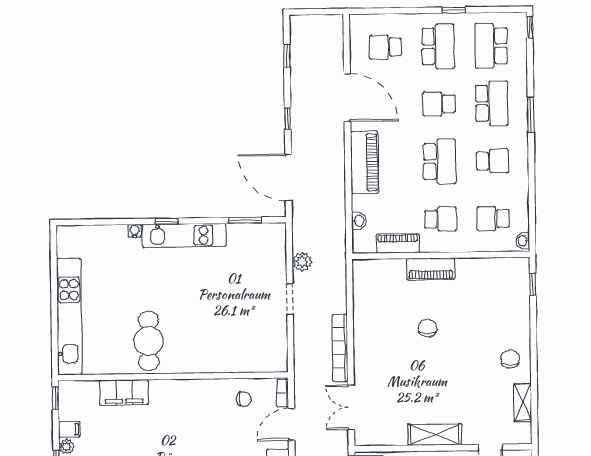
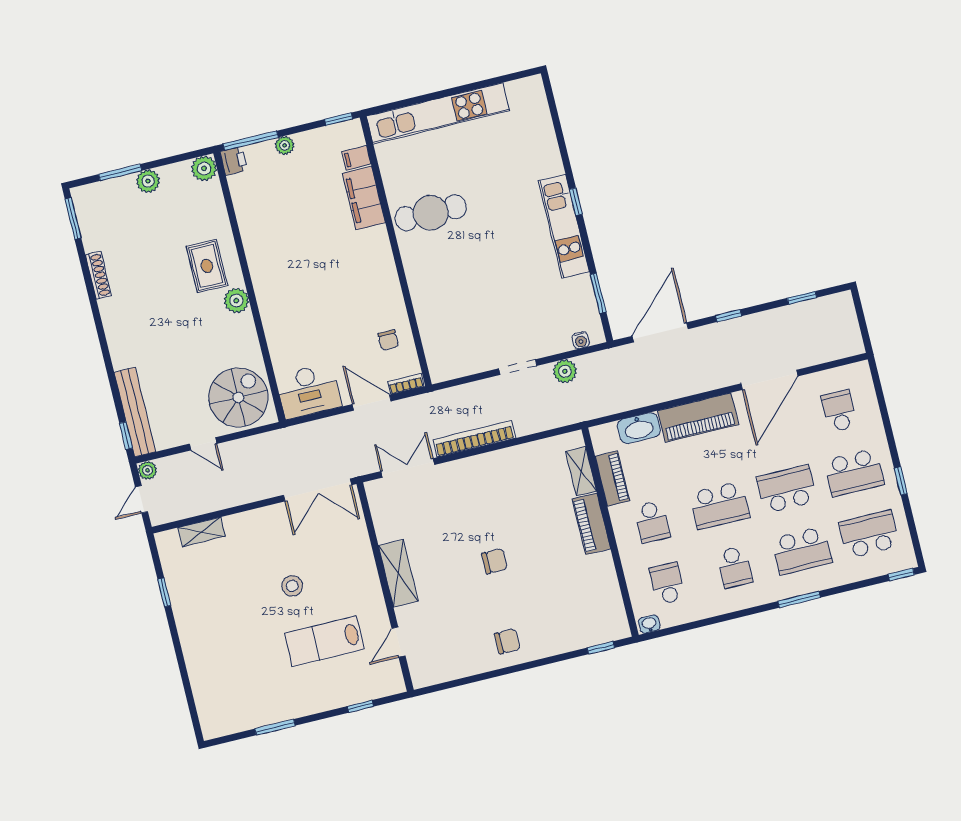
school desk: (439, 104) -> (787, 489), width x1.85
washbasin: (359, 221) -> (639, 428), width x1.91, depth x1.45
water cooler: (135, 231) -> (581, 340), moved, turned 90
chair: (427, 328) -> (495, 561), moved
shelving: (523, 402) -> (581, 471), moved, turned 90
filing cabinet: (69, 429) -> (356, 158), moved, turned 90

